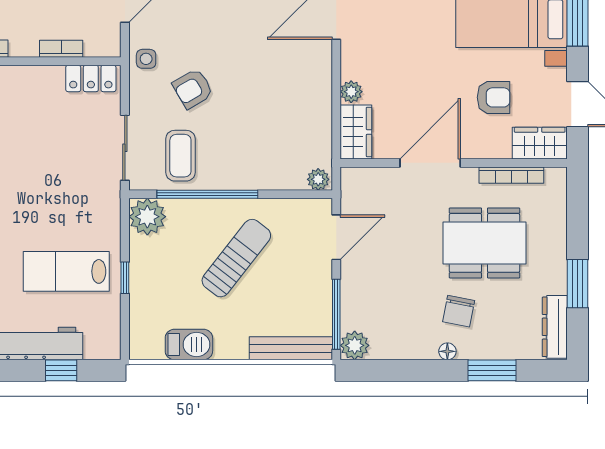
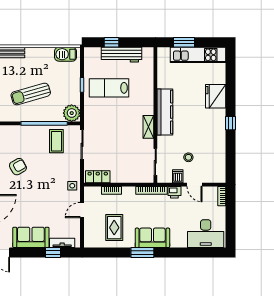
armchair: (193, 89) -> (18, 167), moved
sun lounger: (236, 258) -> (31, 94), turned 36
lab bench: (66, 271) -> (109, 88), turned 180
barbecue: (189, 344) -> (66, 54), moved

